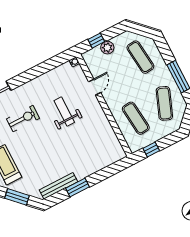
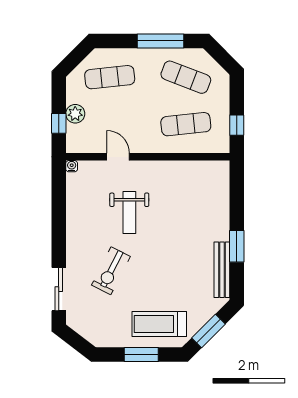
weight bench: (64, 112) -> (129, 212), turned -90
exercise bike: (23, 119) -> (111, 271), turned -153

